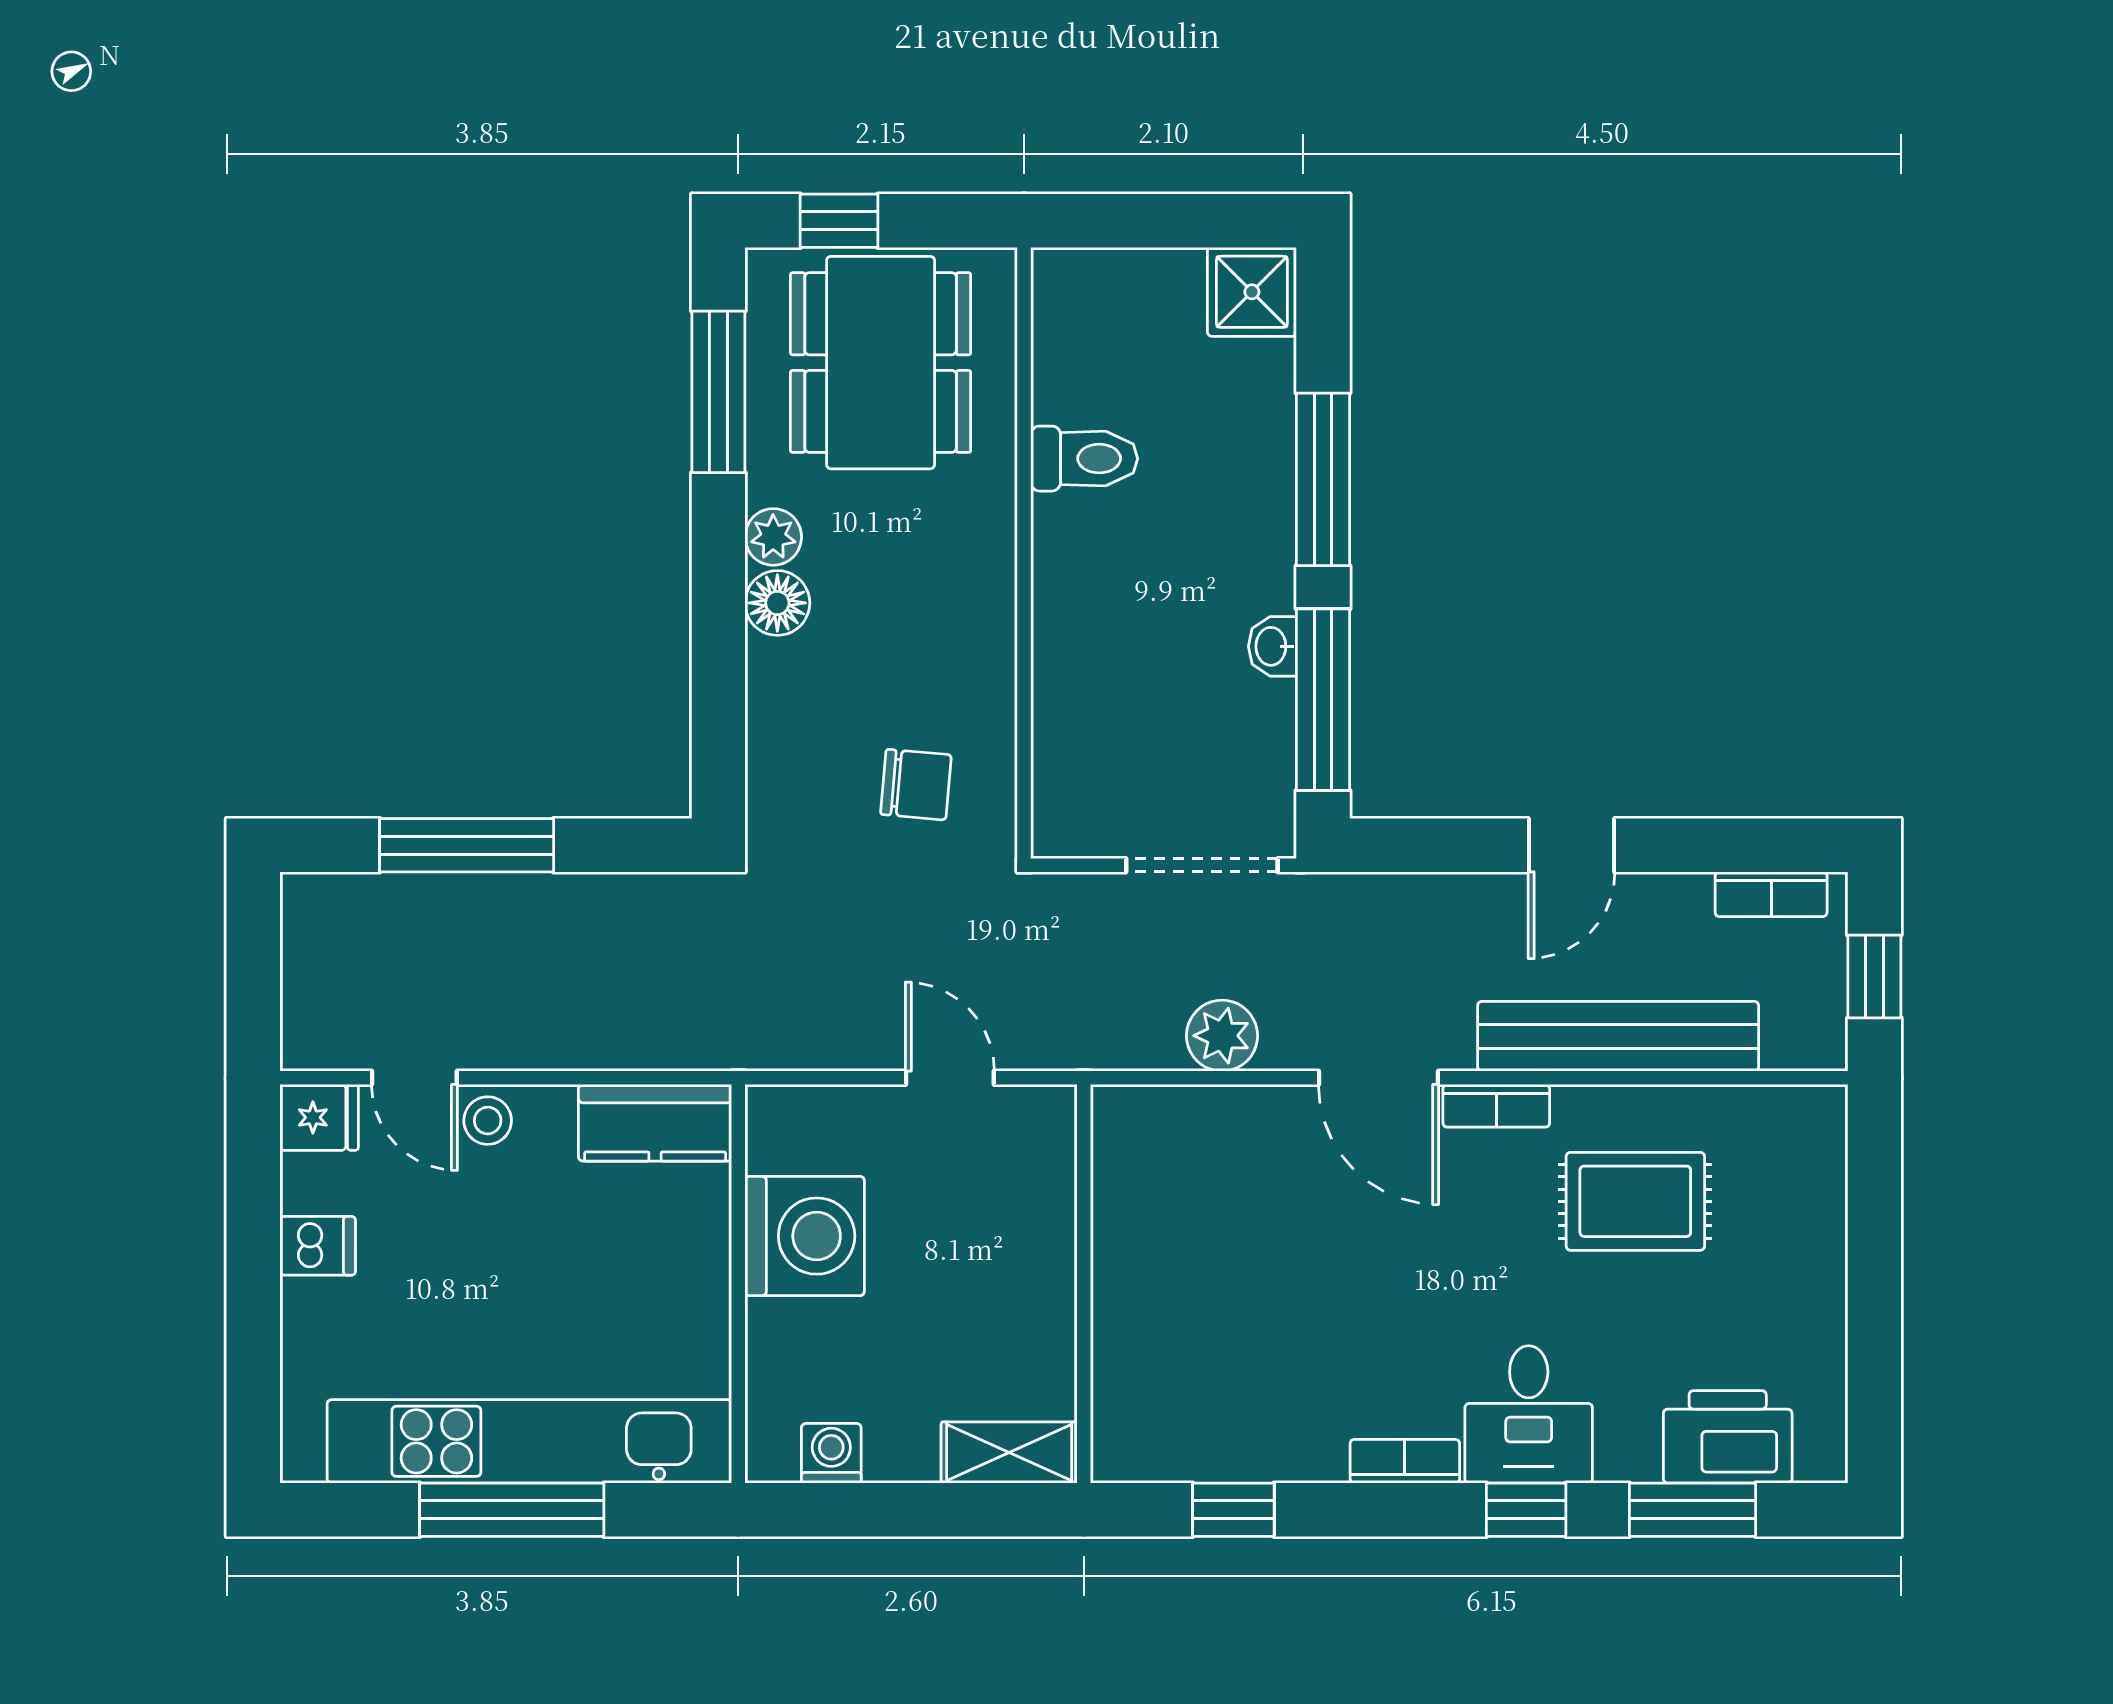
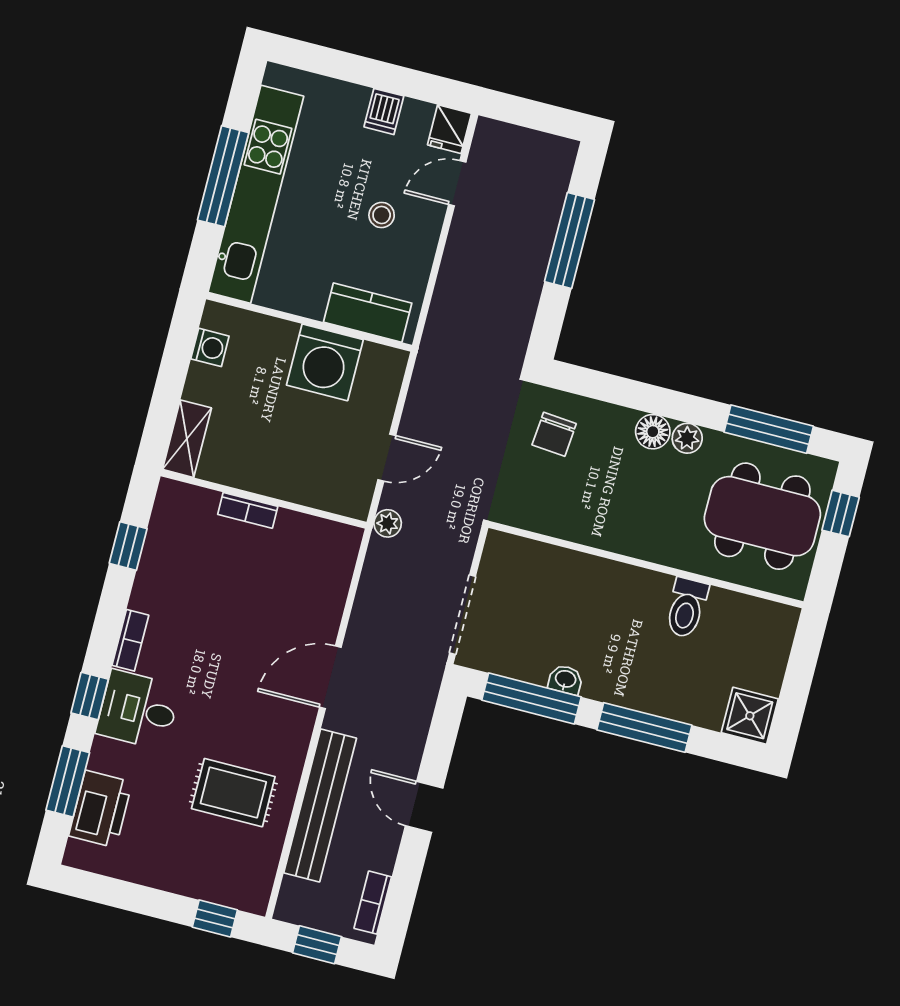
chair: (916, 785) -> (554, 434), moved
plant: (1222, 1036) -> (388, 523), moved, width x0.73, depth x0.73
bookcase: (1496, 1106) -> (248, 510), moved, turned -90
stool: (488, 1121) -> (382, 215), moved
kitchen counter: (655, 1123) -> (368, 313), moved, turned 90
window: (1874, 1176) -> (215, 918), added
rug: (1635, 1201) -> (233, 793), turned 90

